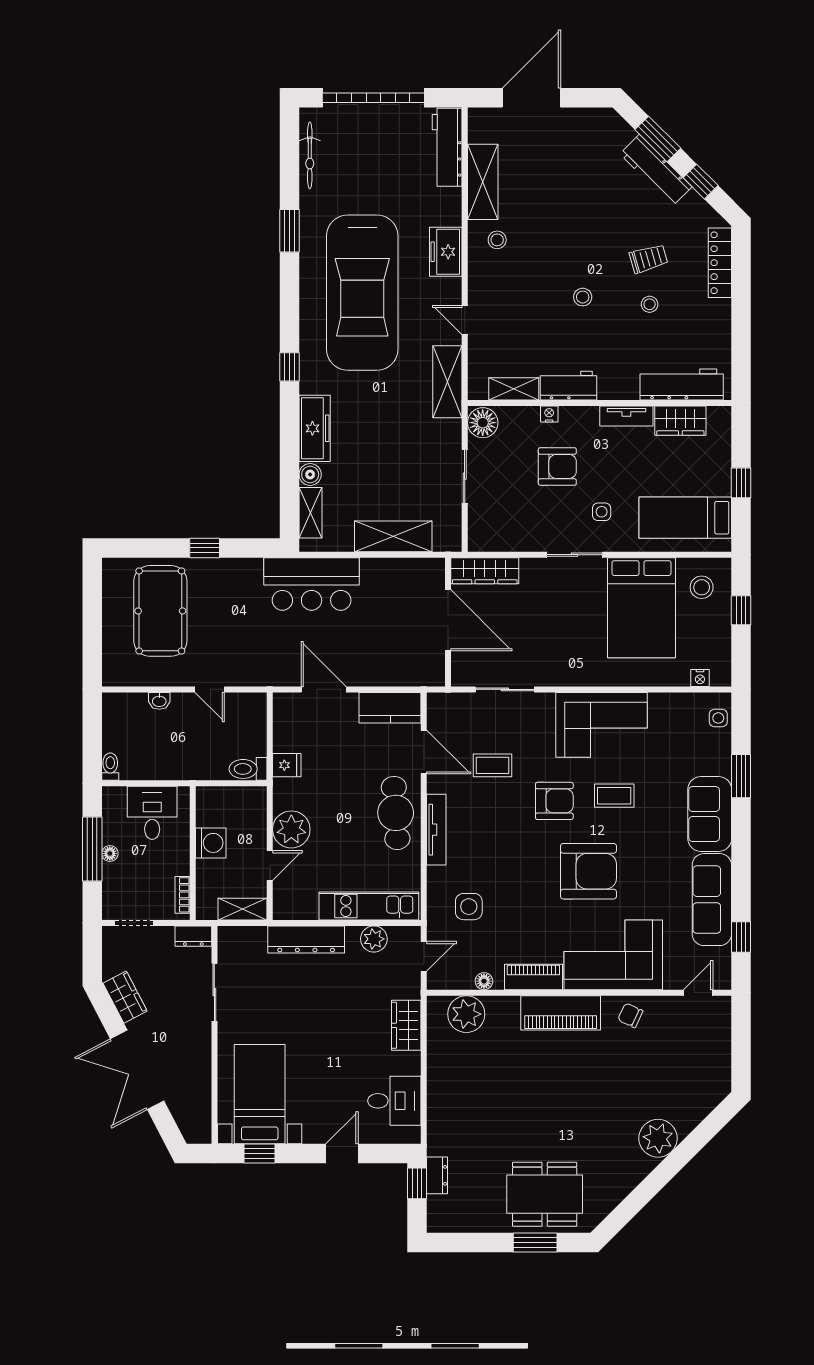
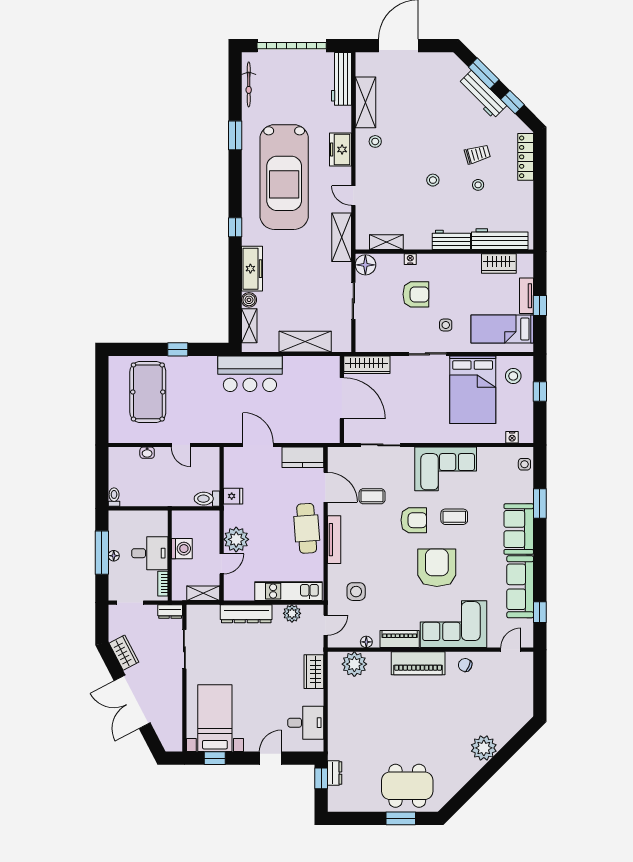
workbench: (569, 386) -> (451, 240), moved
tv unit: (626, 416) -> (527, 296), moved, turned 90
desk: (152, 813) -> (150, 553), moved, turned 90
armchair: (588, 871) -> (437, 568), turned -90

